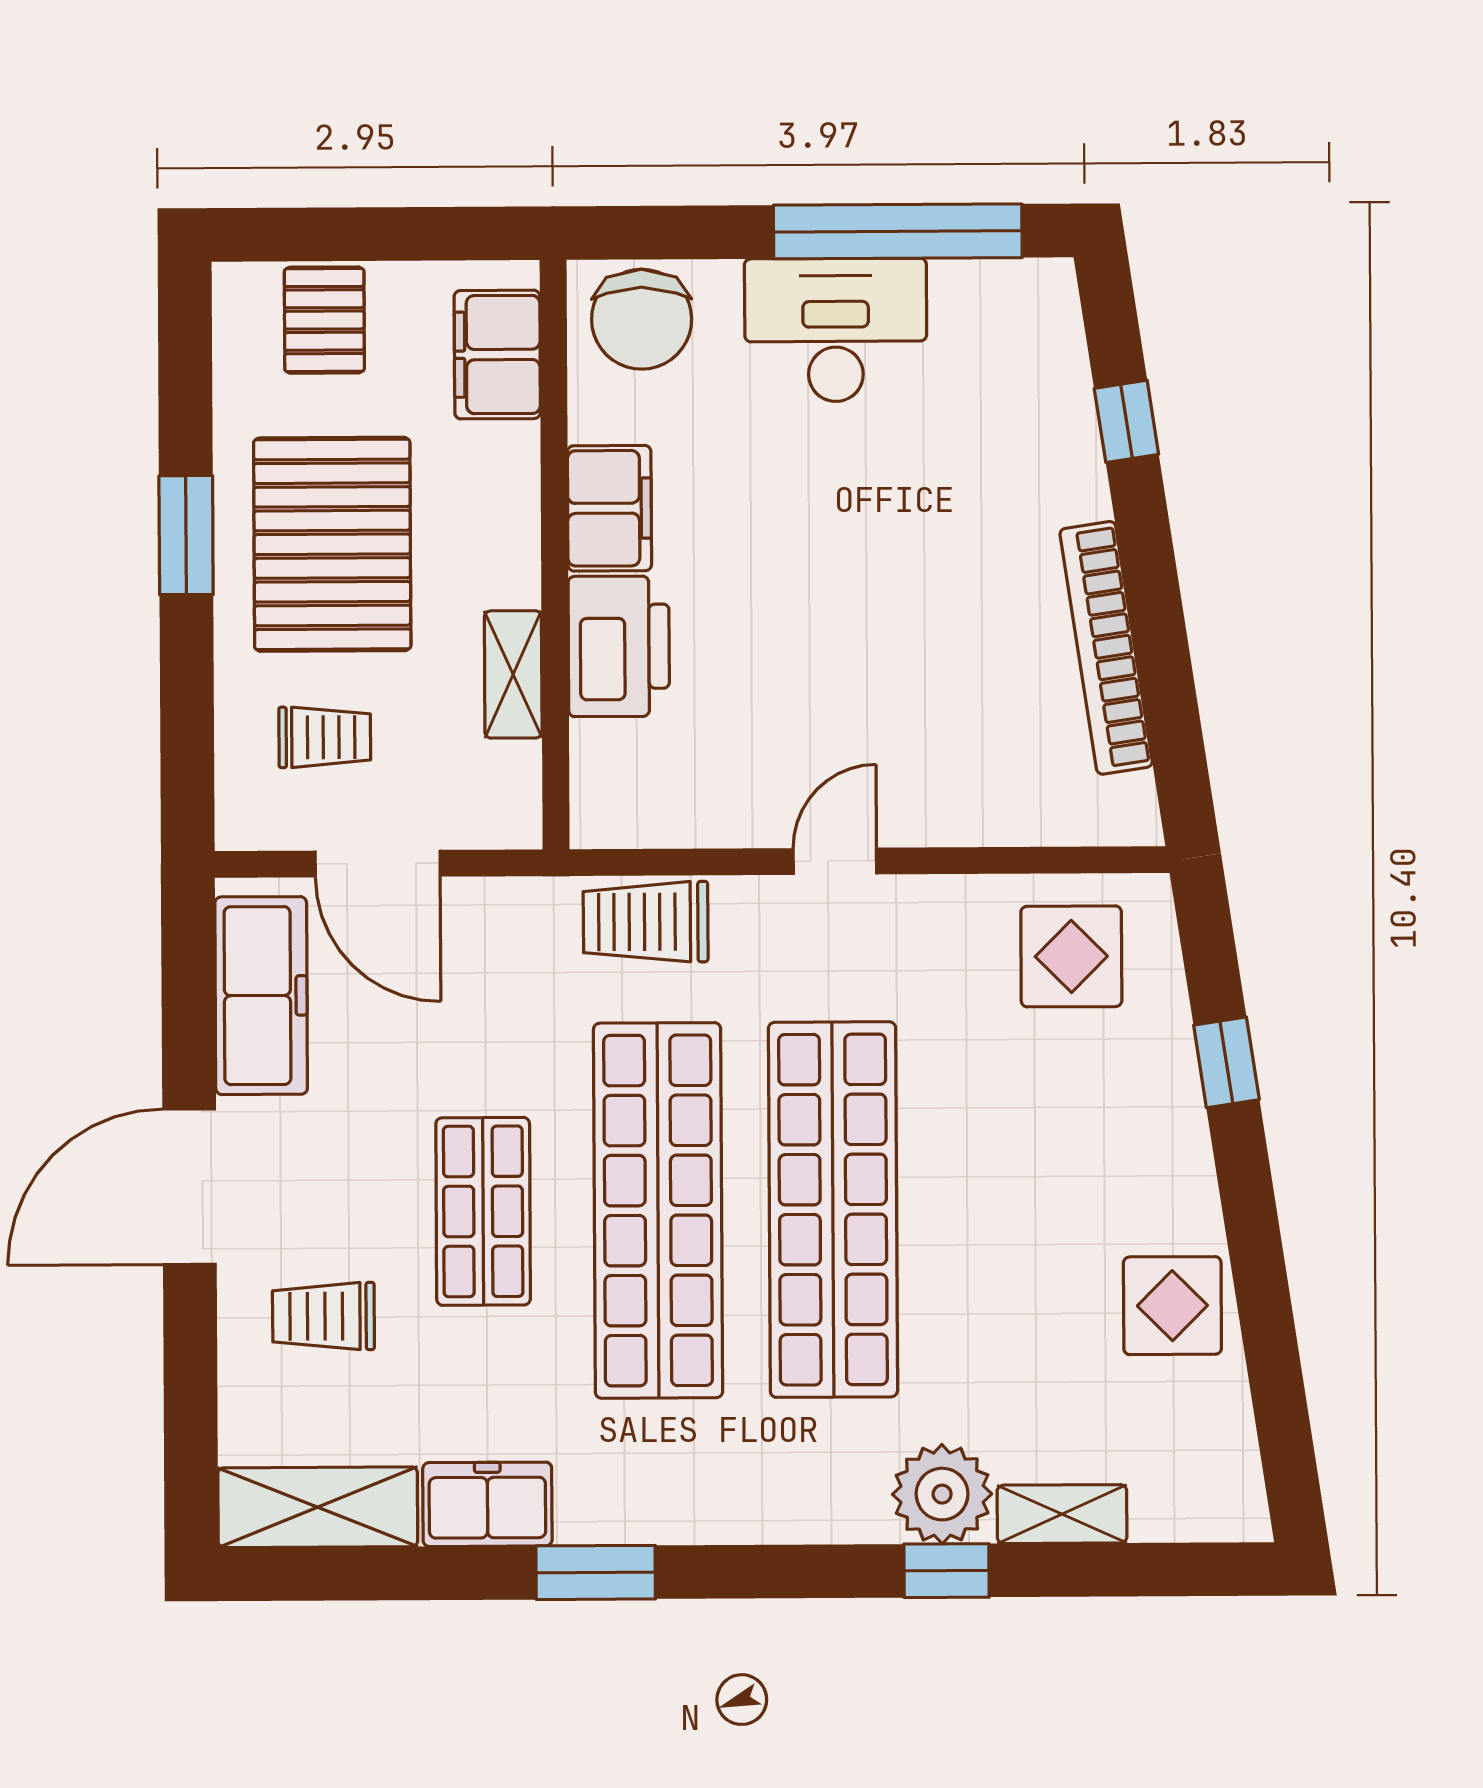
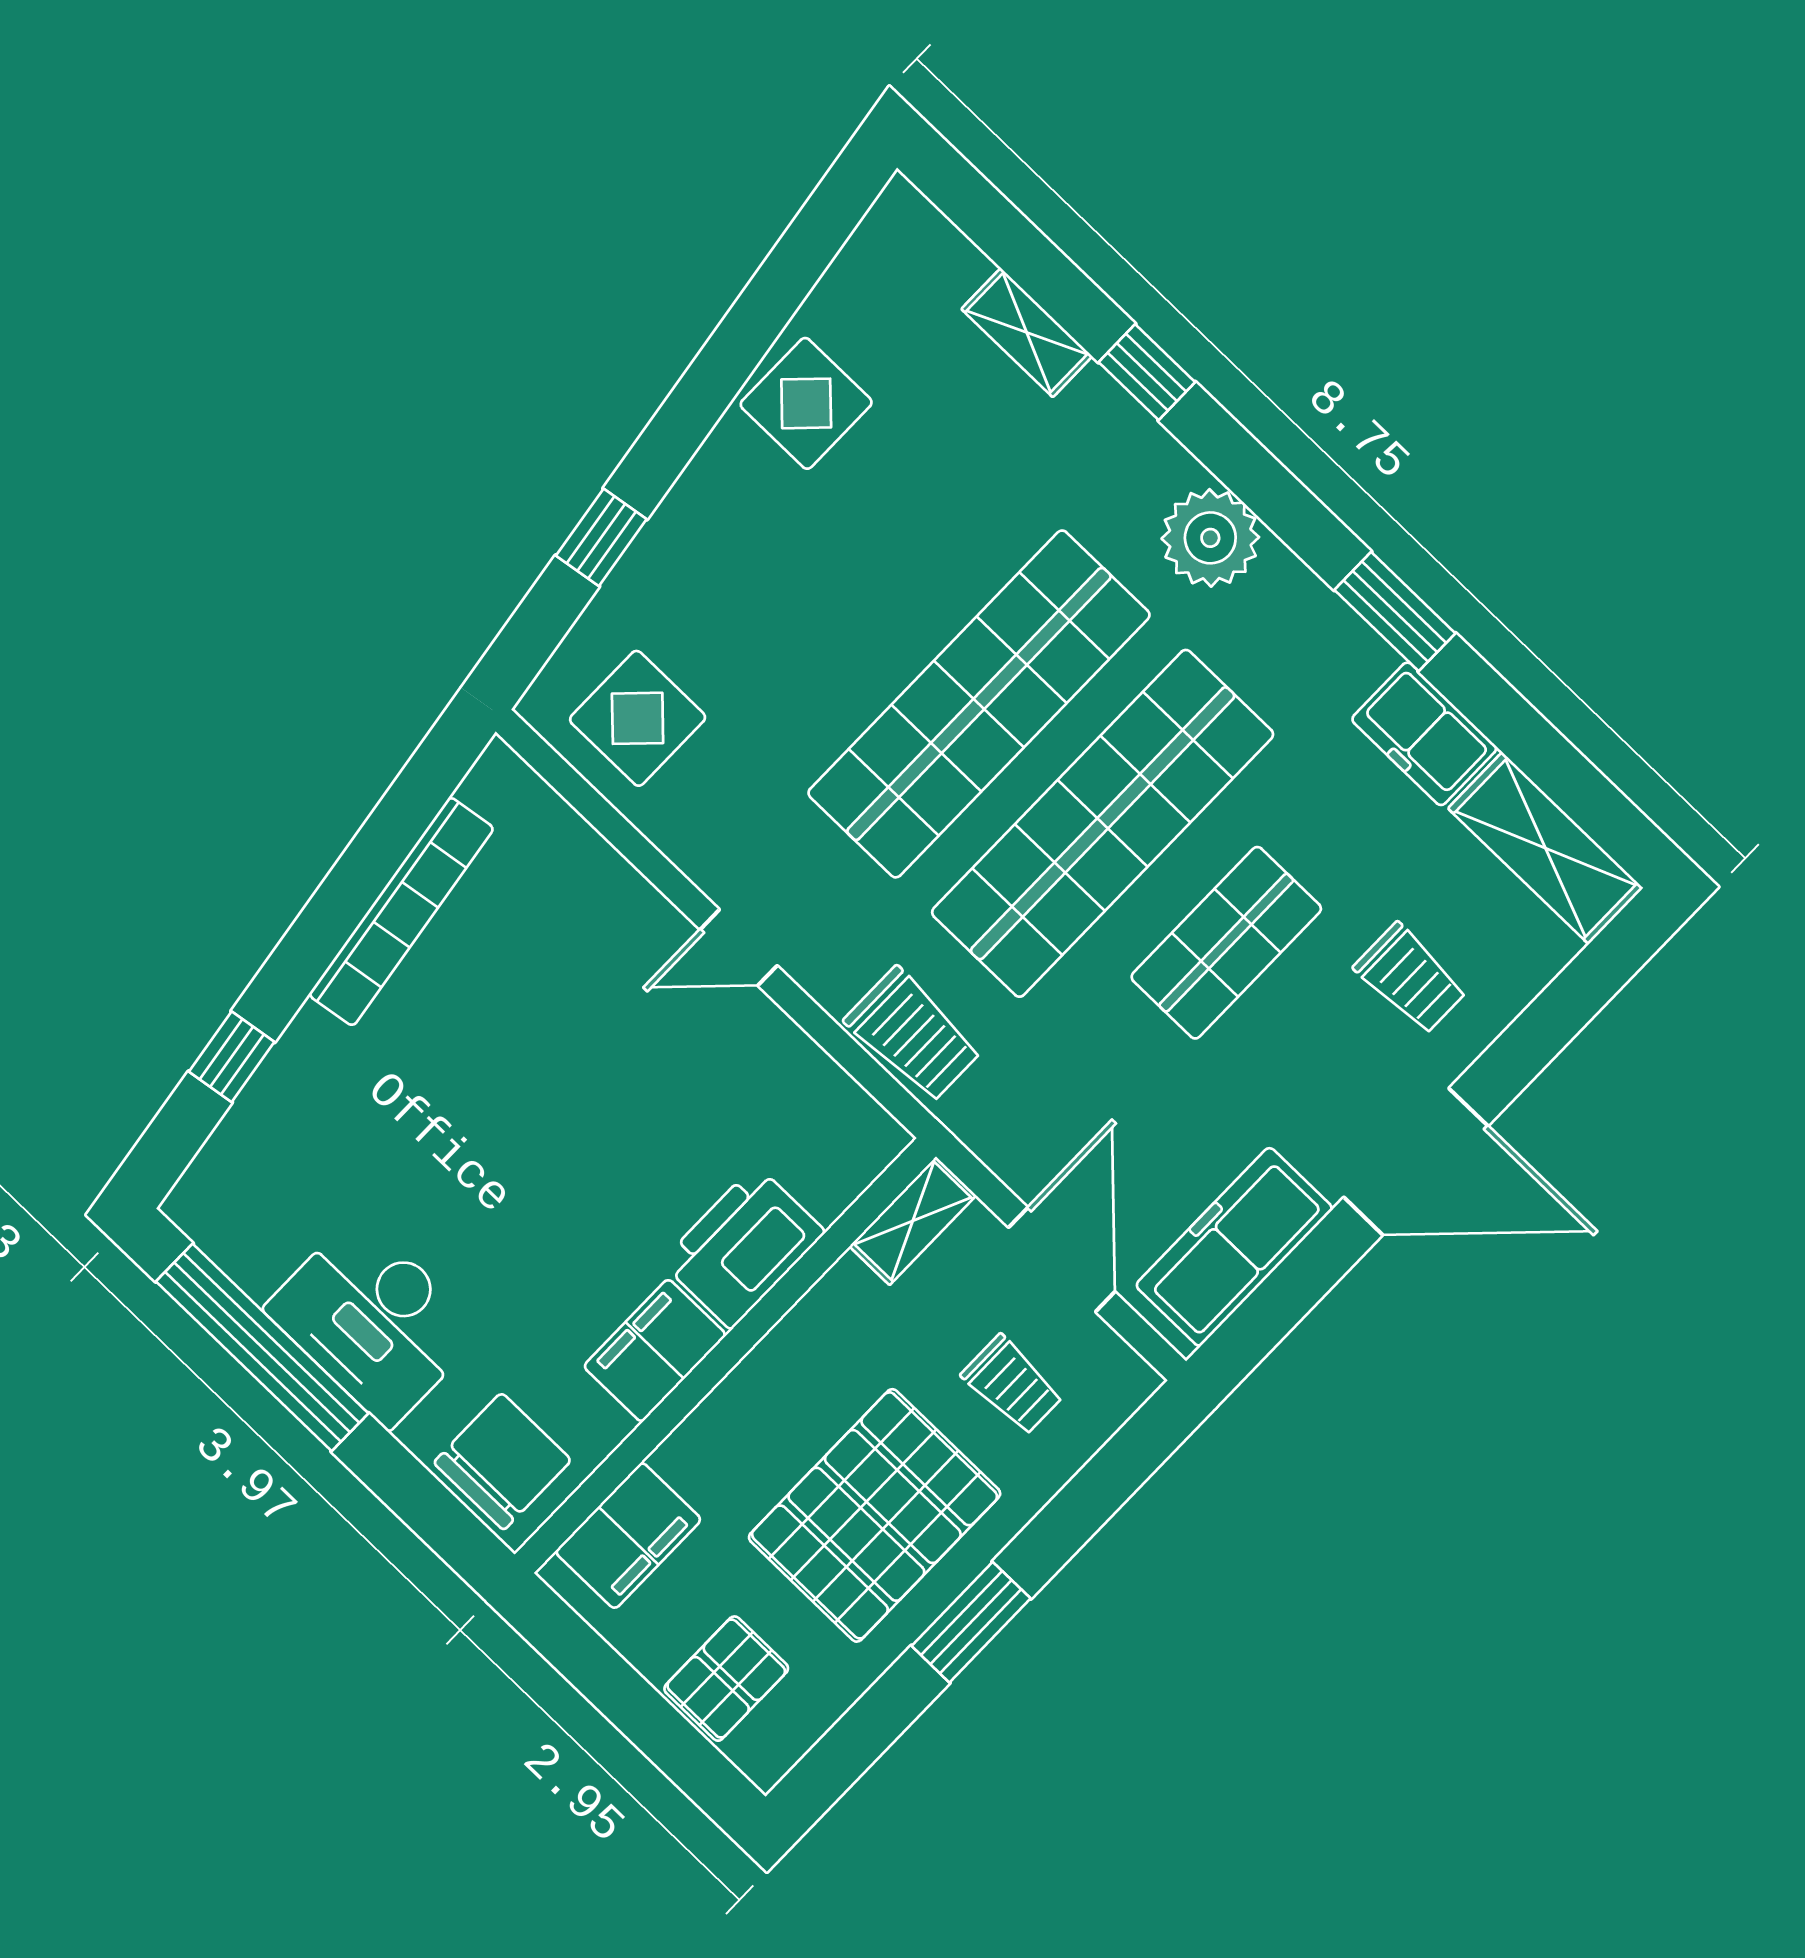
shelving: (513, 674) -> (913, 1221), moved
trolley: (325, 737) -> (1012, 1385), turned 180
plant: (942, 1494) -> (1210, 538), moved

